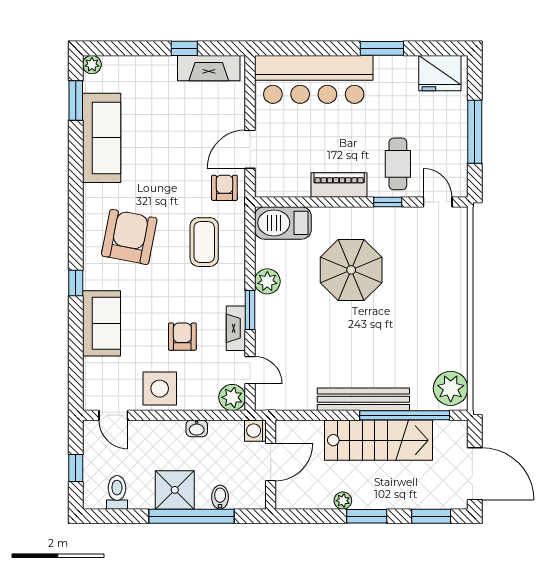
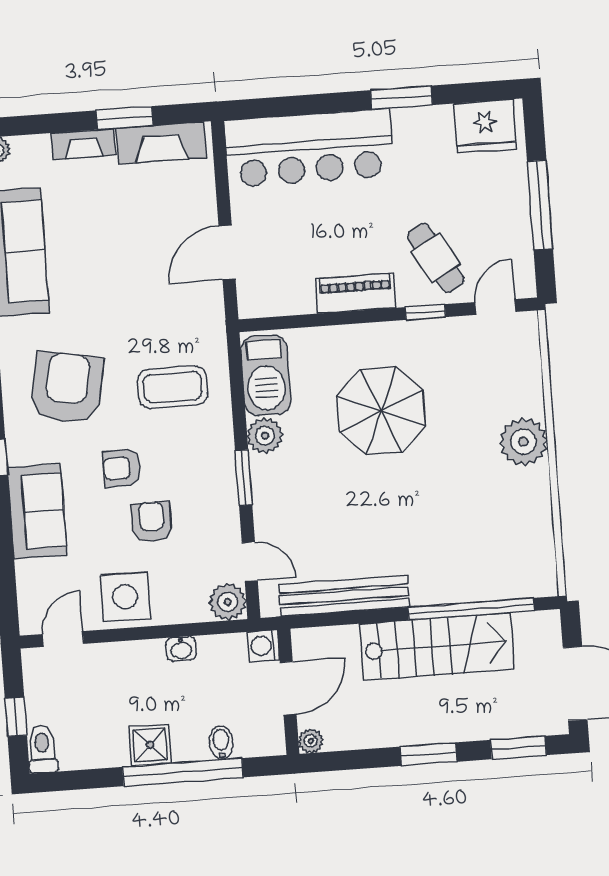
window: (184, 48) -> (125, 118), width x1.50
cafe table: (398, 164) -> (436, 258), turned -30
armchair: (224, 188) -> (122, 468), moved, turned -91
door: (438, 202) -> (495, 307), hinge flipped
barbecue: (283, 223) -> (266, 375), moved, turned -90
coffee table: (204, 242) -> (172, 387), turned 90
fireplace: (236, 328) -> (83, 144), moved, turned -90
plant: (451, 388) -> (523, 442), moved
bench: (363, 399) -> (344, 596), moved
door: (113, 415) -> (63, 639), swing flipped
shower: (175, 490) -> (150, 745), width x0.73, depth x0.73
toilet: (117, 492) -> (42, 749), moved
plant: (343, 501) -> (311, 741), moved

